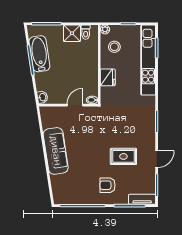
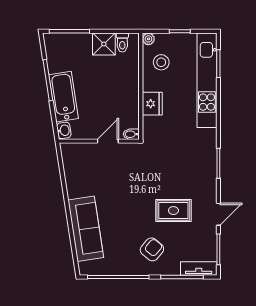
bathtub: (39, 54) -> (64, 97), moved
sofa: (56, 151) -> (86, 229), moved
armchair: (108, 185) -> (152, 249), turned 130

